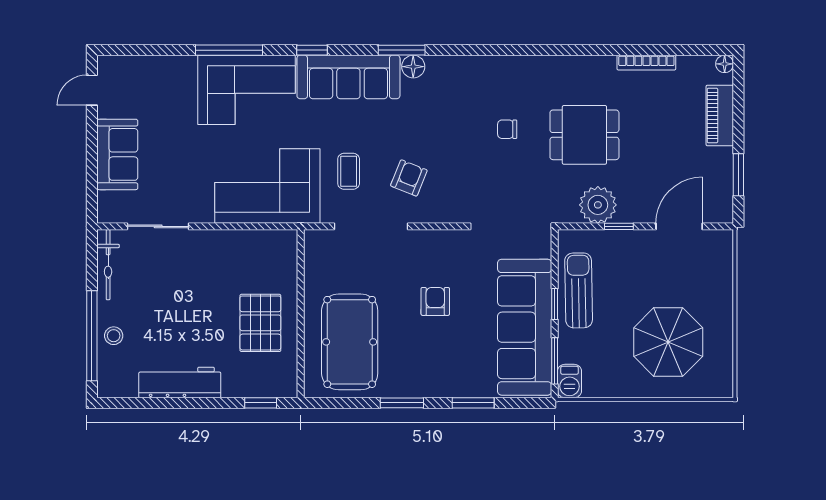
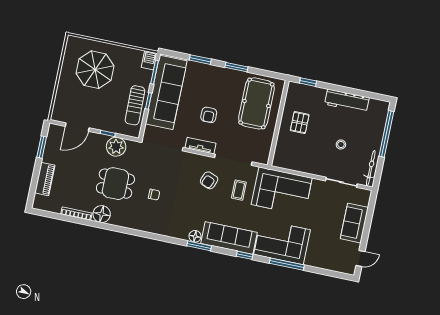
floor lamp: (725, 64) -> (102, 214), moved, width x1.89, depth x1.89
tv unit: (439, 240) -> (200, 146), added
pallet: (260, 323) -> (300, 123), width x0.67, depth x0.71
stool: (114, 336) -> (341, 144), moved

